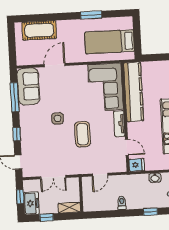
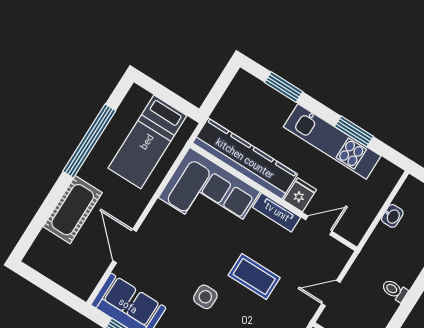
window: (91, 15) -> (89, 141), width x2.11
cot: (39, 30) -> (73, 210), moved
fridge: (137, 165) -> (300, 195), moved
door: (100, 175) -> (331, 293), swing flipped

